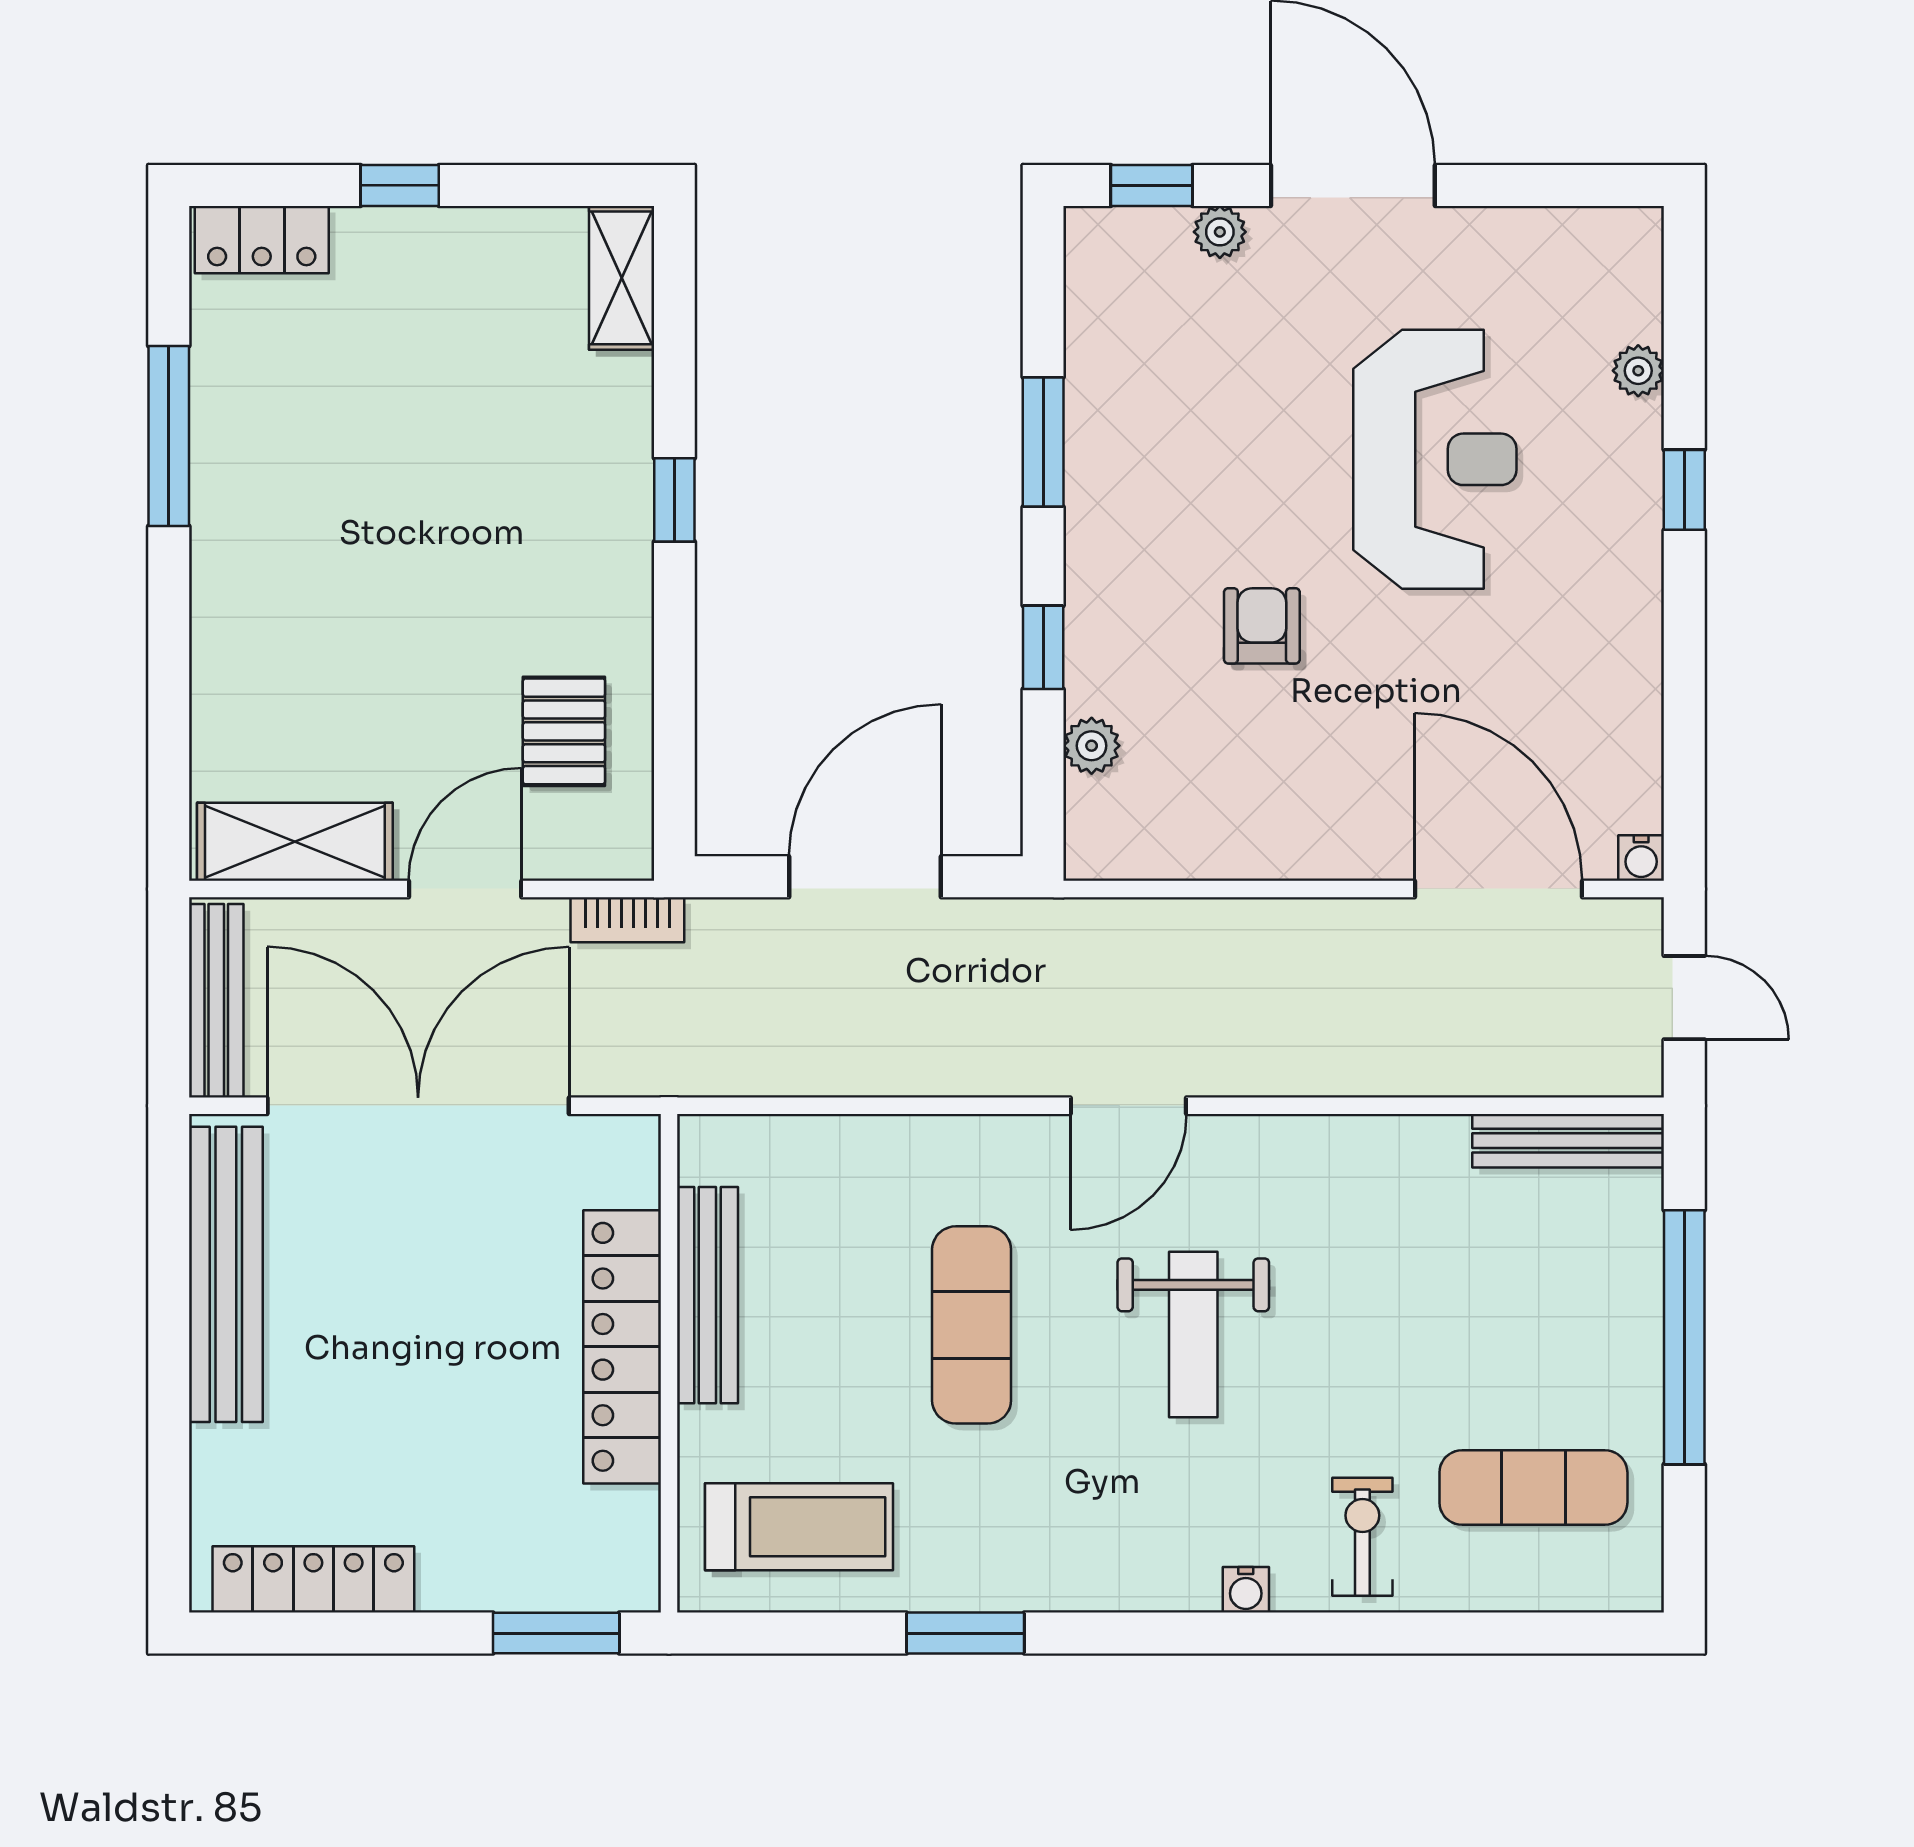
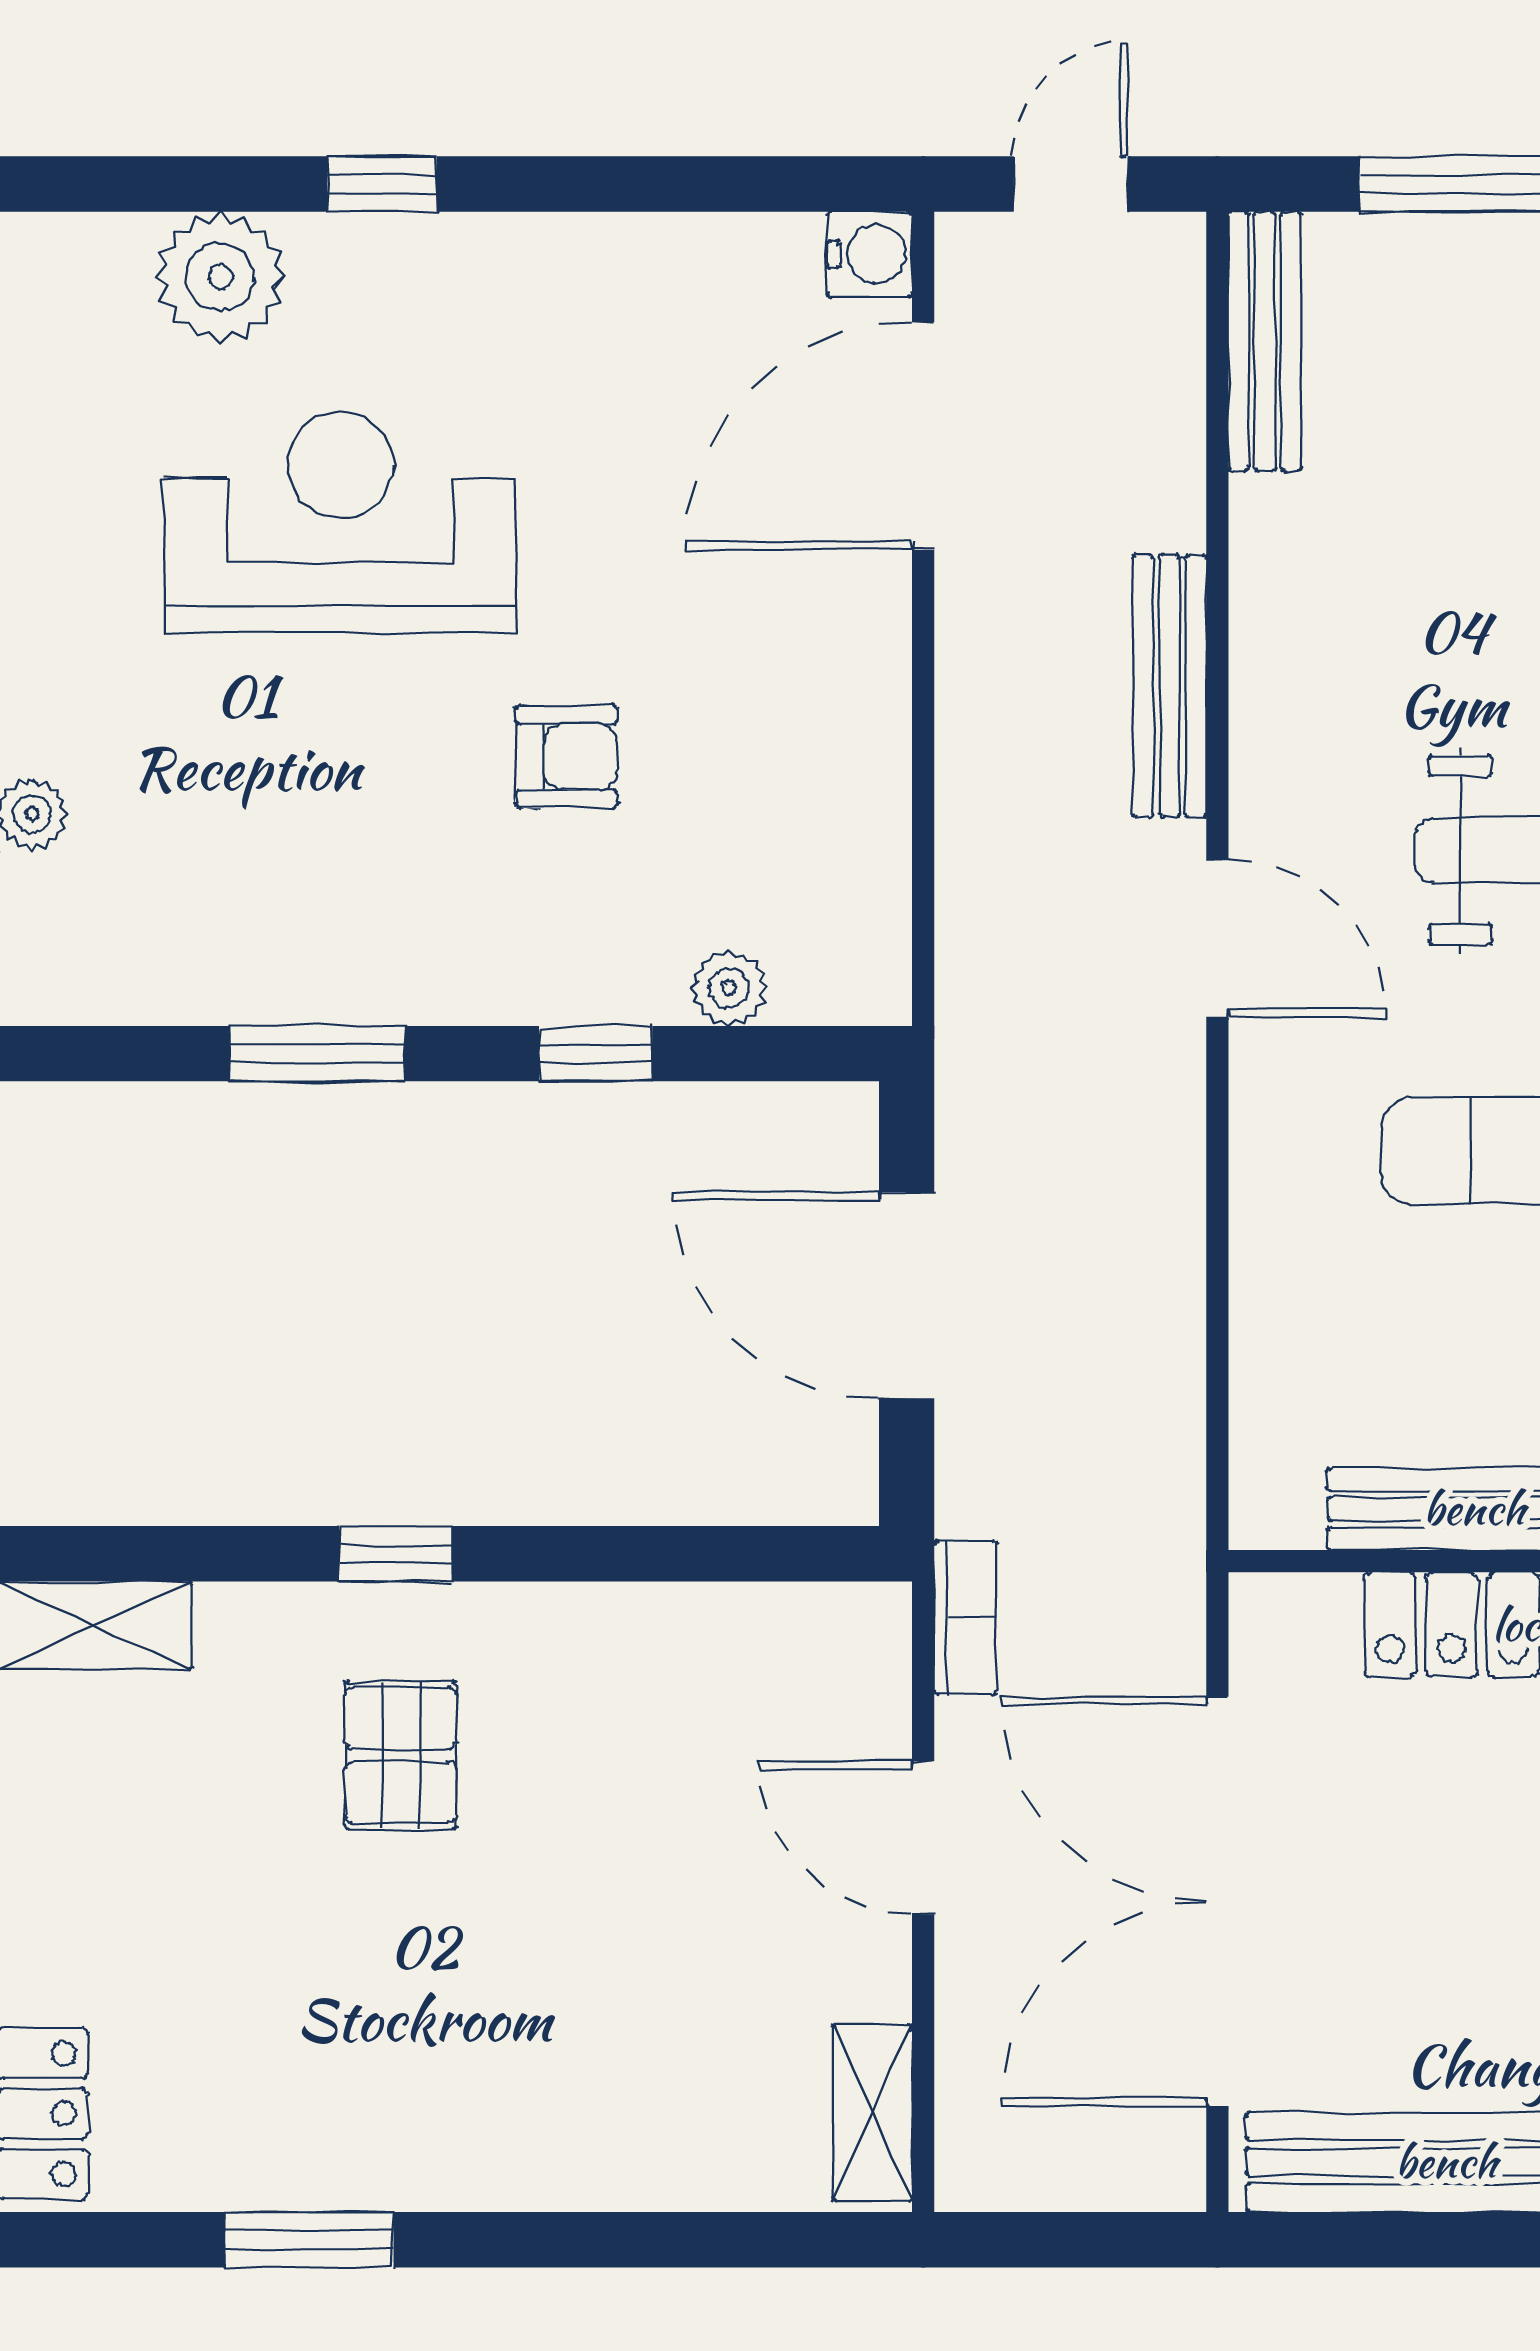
plant: (1638, 371) -> (220, 277), width x1.88, depth x1.88
window: (169, 436) -> (309, 2240), width x0.69
armchair: (1262, 626) -> (566, 757), turned 180
pallet: (564, 731) -> (401, 1755), moved, turned 90
shelving: (295, 842) -> (872, 2113), width x0.67, depth x0.75
water cooler: (1641, 858) -> (869, 254), width x1.38, depth x1.38
bench: (216, 1001) -> (1170, 686), moved, turned 90

